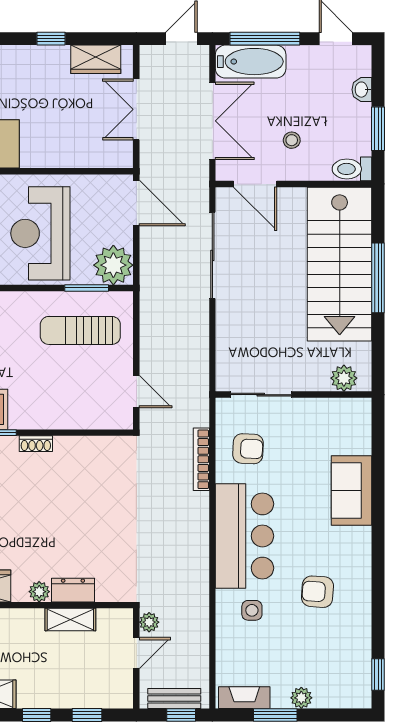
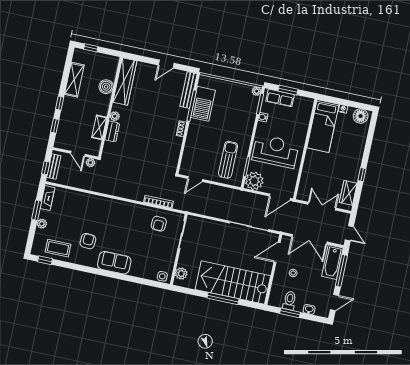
toilet: (352, 169) -> (290, 301), moved
sofa: (352, 491) -> (114, 263), moved
bar counter: (244, 536) -> (120, 214), removed
side table: (252, 610) -> (162, 276), moved
coffee table: (346, 652) -> (58, 248), added

